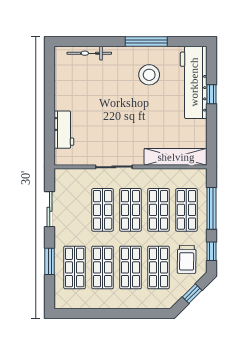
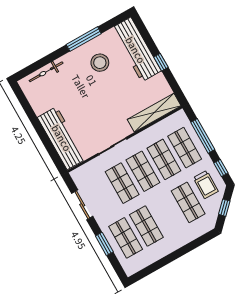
window: (211, 94) -> (161, 62), moved
workbench: (64, 130) -> (62, 138), width x1.88, depth x1.32
shop shelf: (131, 267) -> (167, 214), removed

